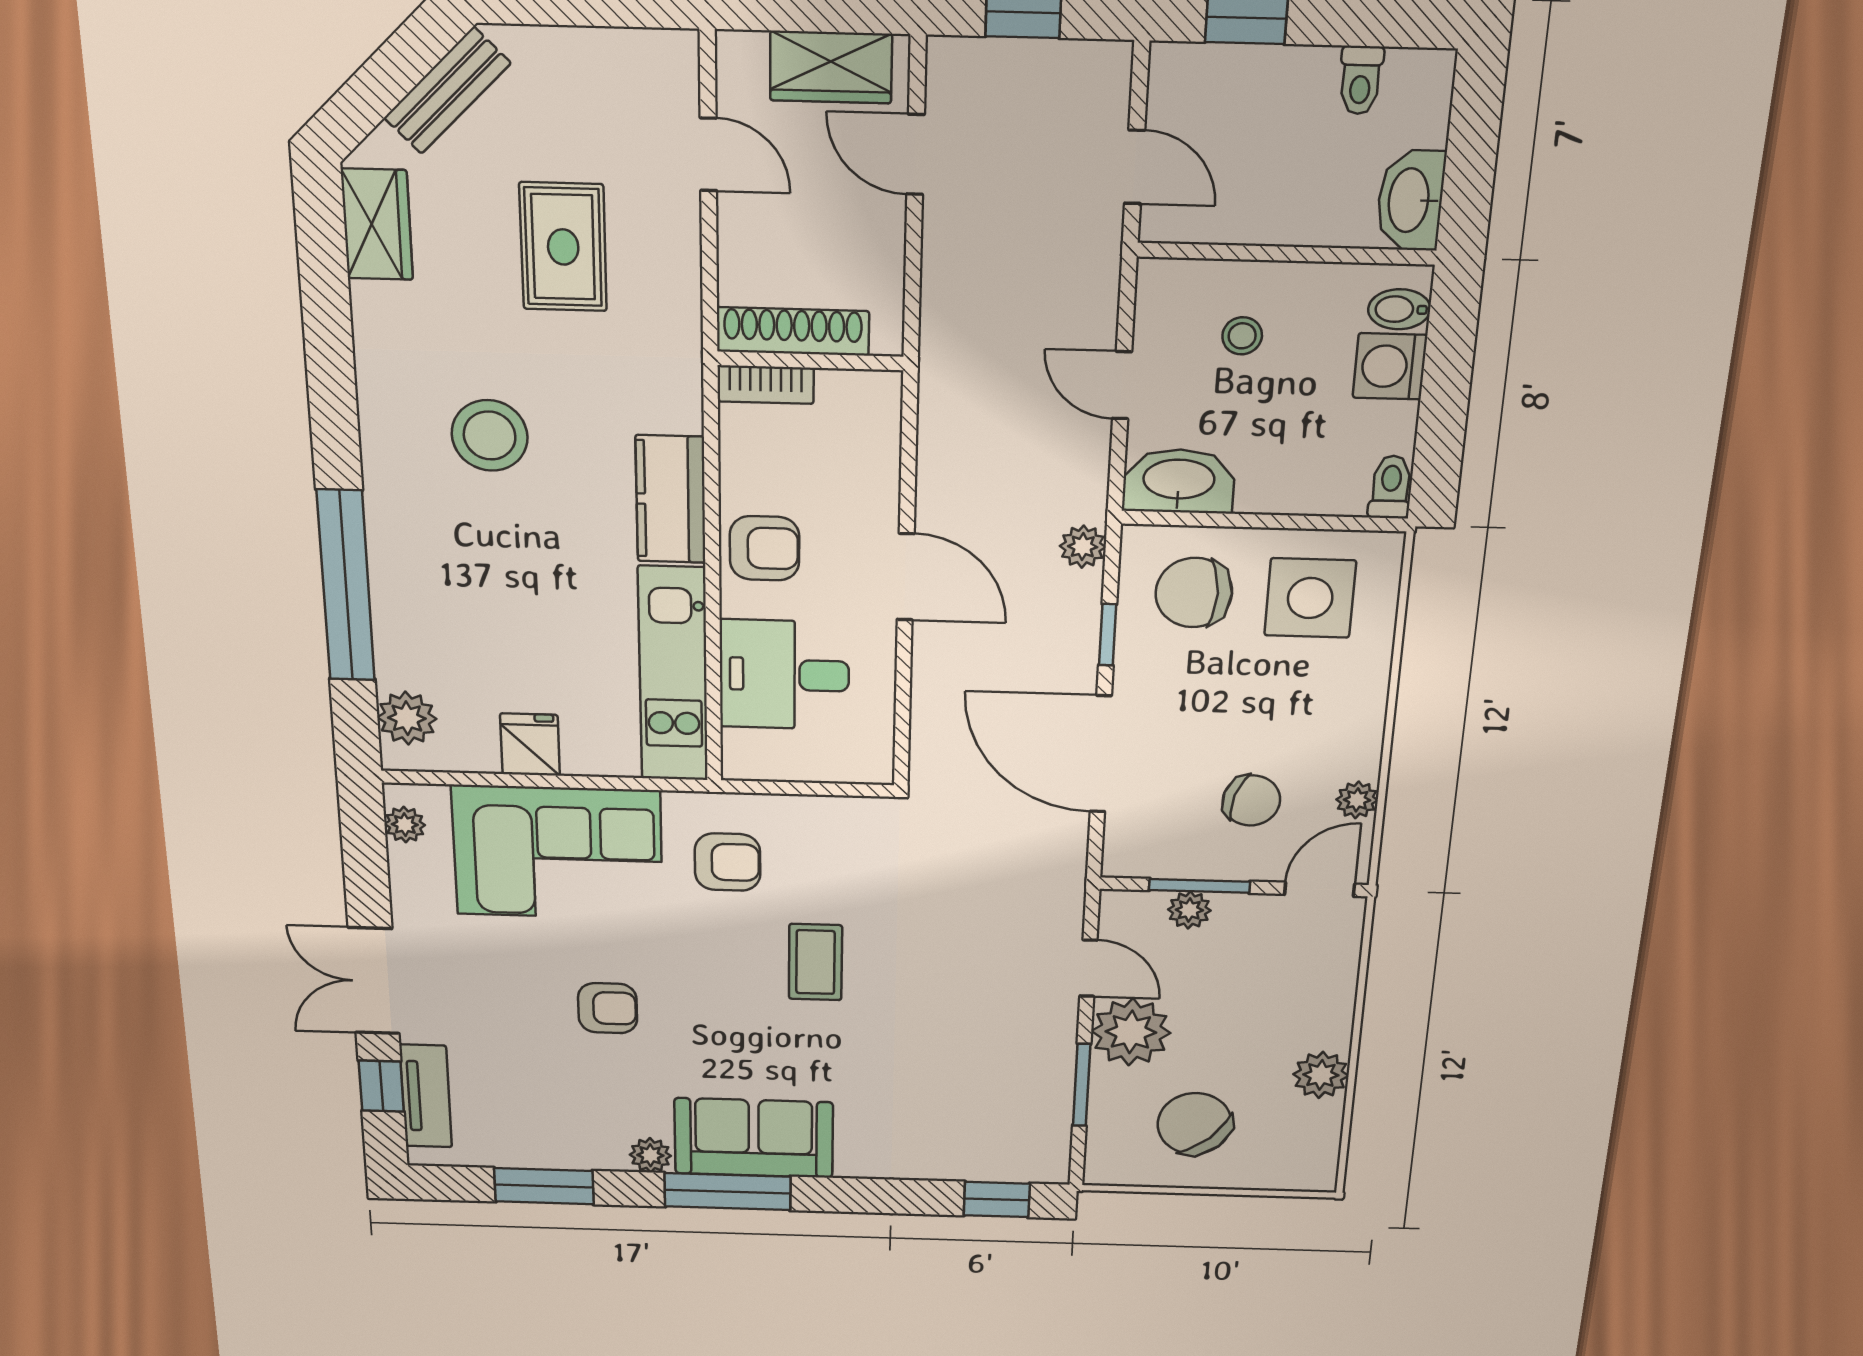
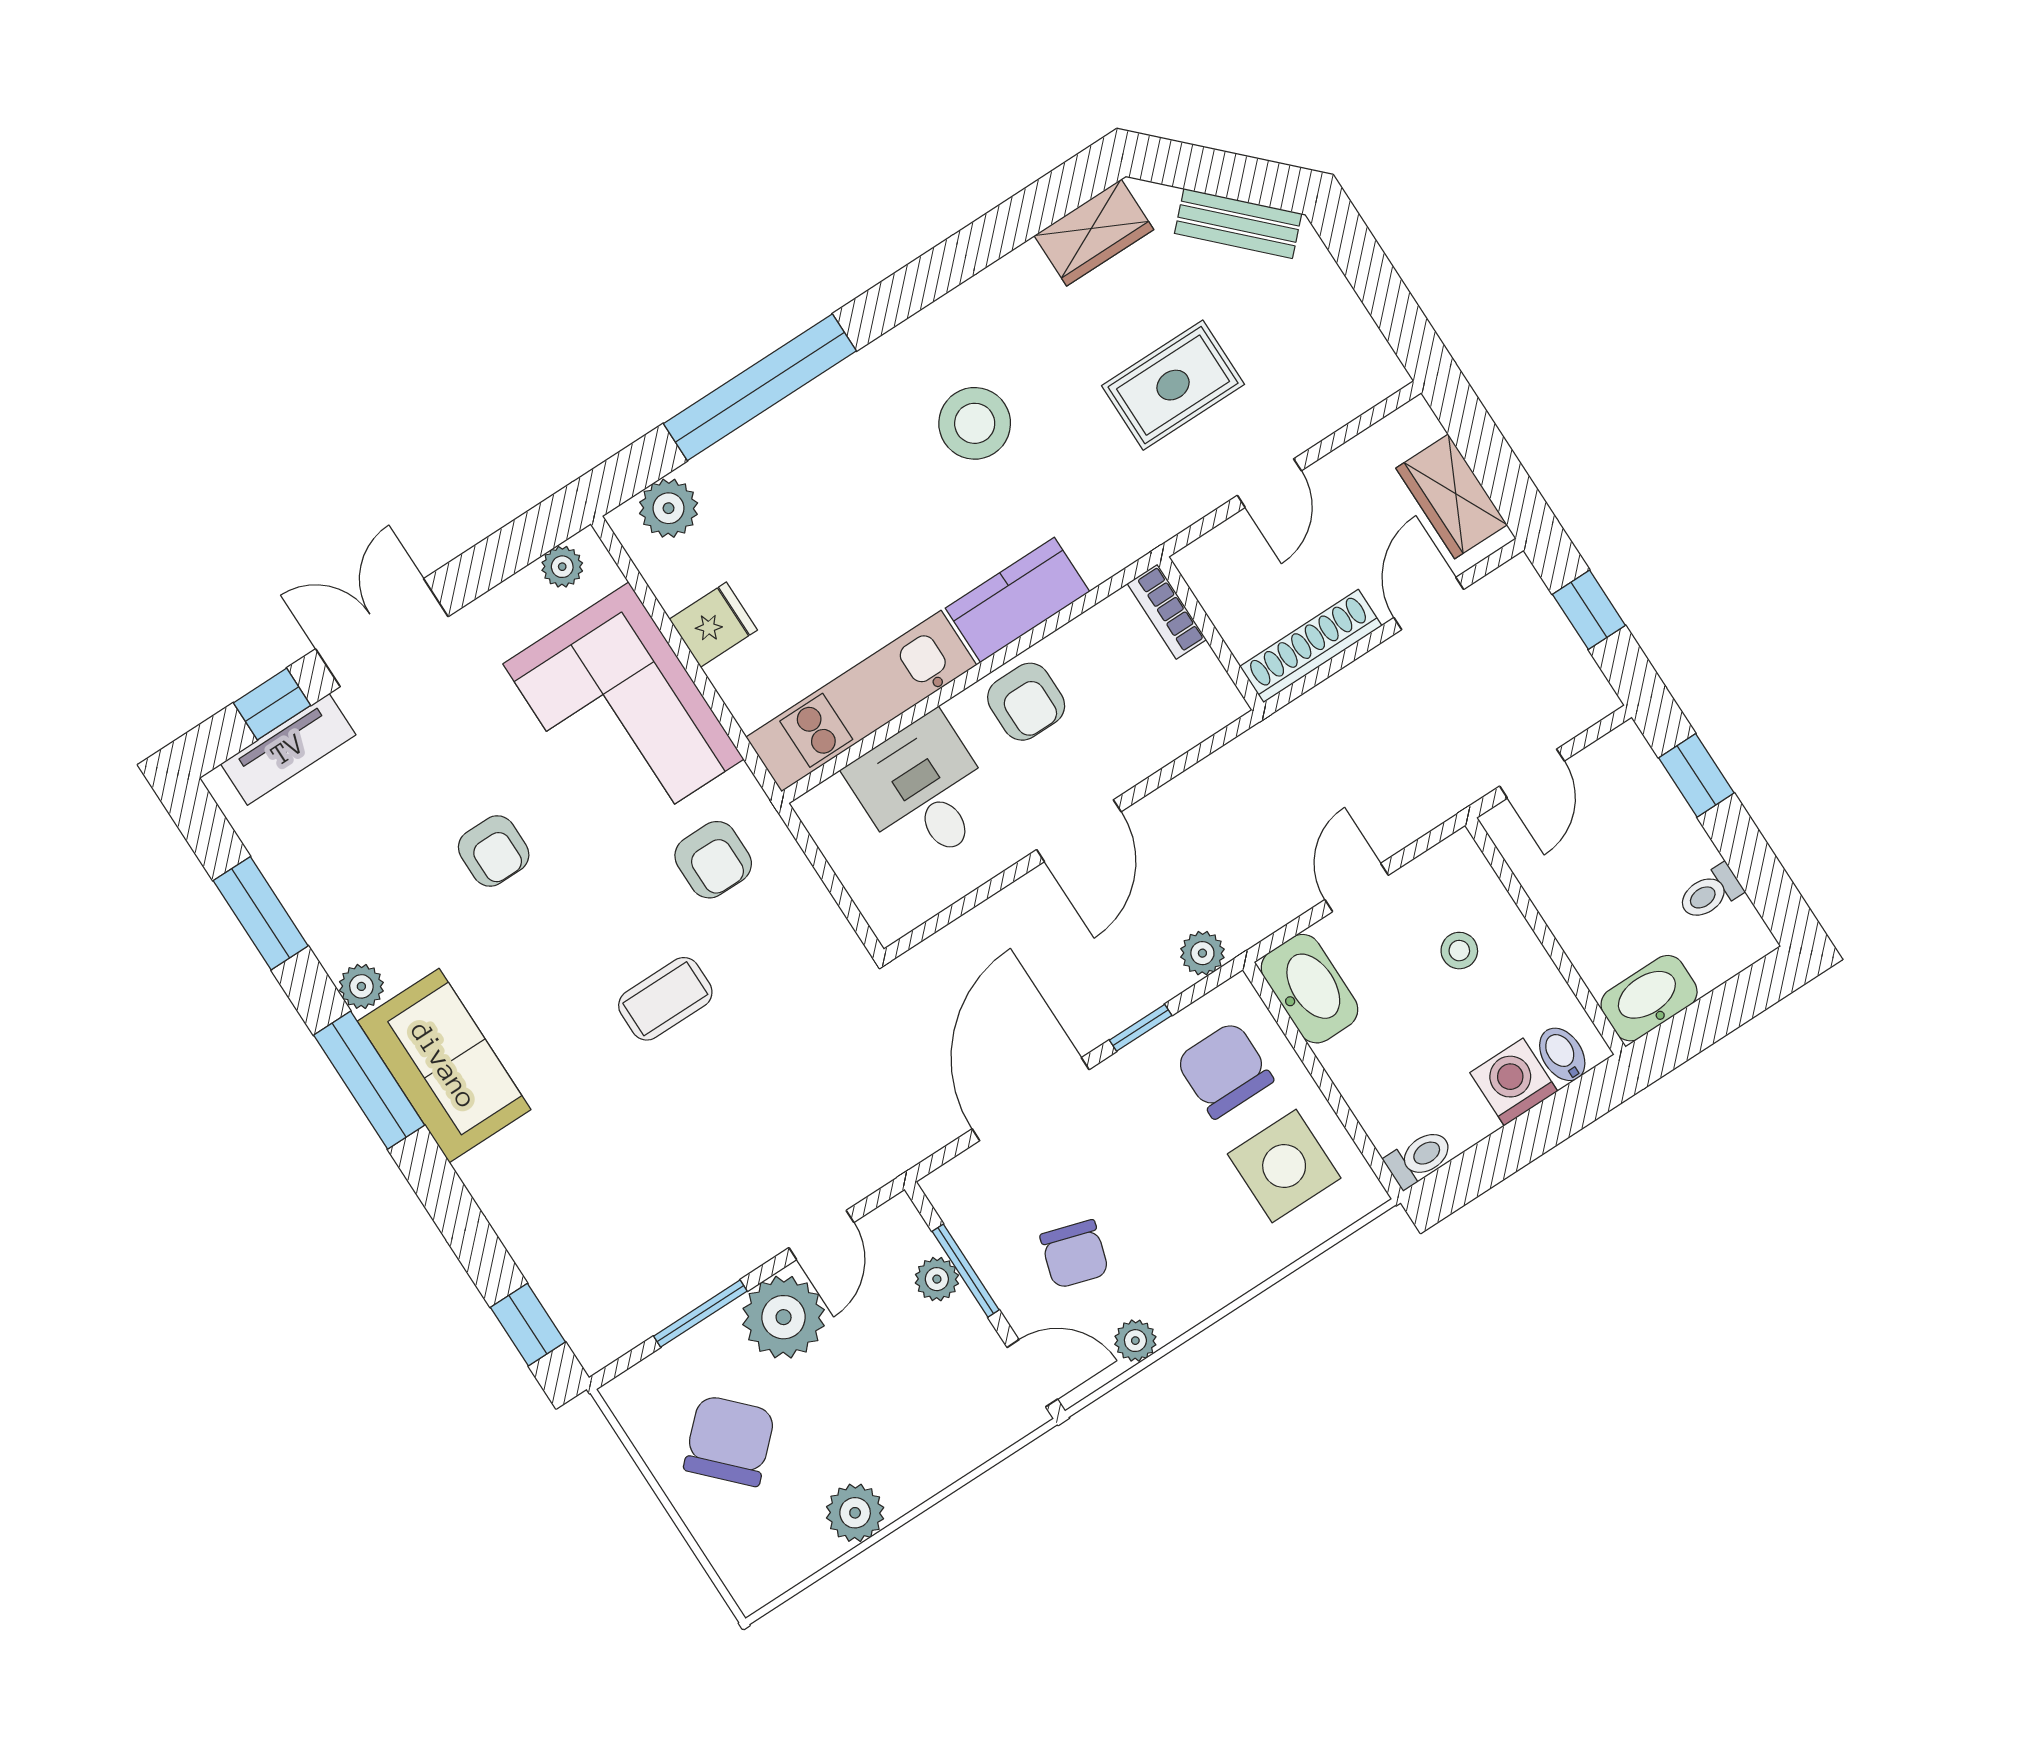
door: (708, 154) -> (1269, 483), moved
shoe rack: (793, 331) -> (1311, 646), moved, turned -90

